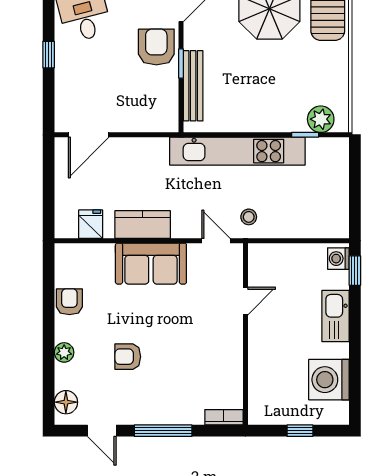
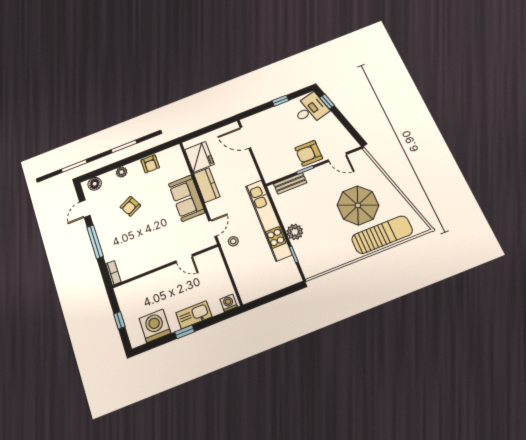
armchair: (156, 47) -> (309, 153), turned 180
bench: (193, 86) -> (290, 183), width x0.73
plant: (321, 119) -> (295, 232), moved
fridge: (91, 224) -> (199, 157), width x1.88, depth x1.34
window: (355, 271) -> (185, 332), moved
armchair: (69, 302) -> (150, 164), turned 90
armchair: (128, 357) -> (130, 206), turned -117

